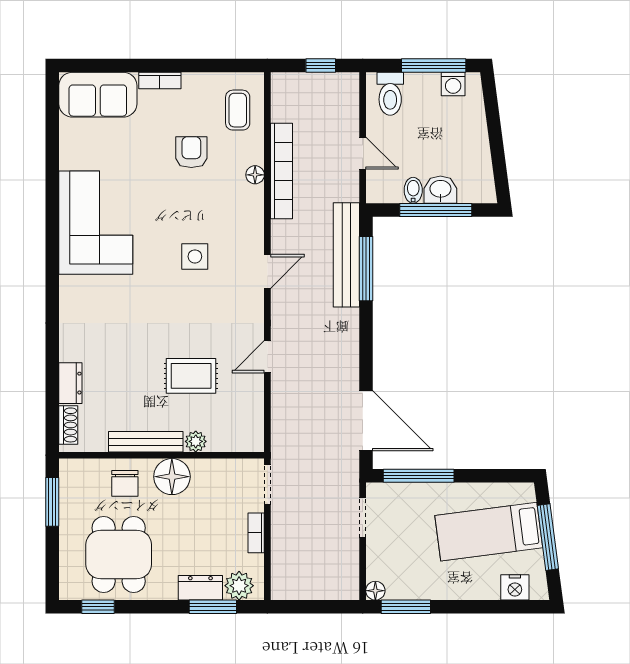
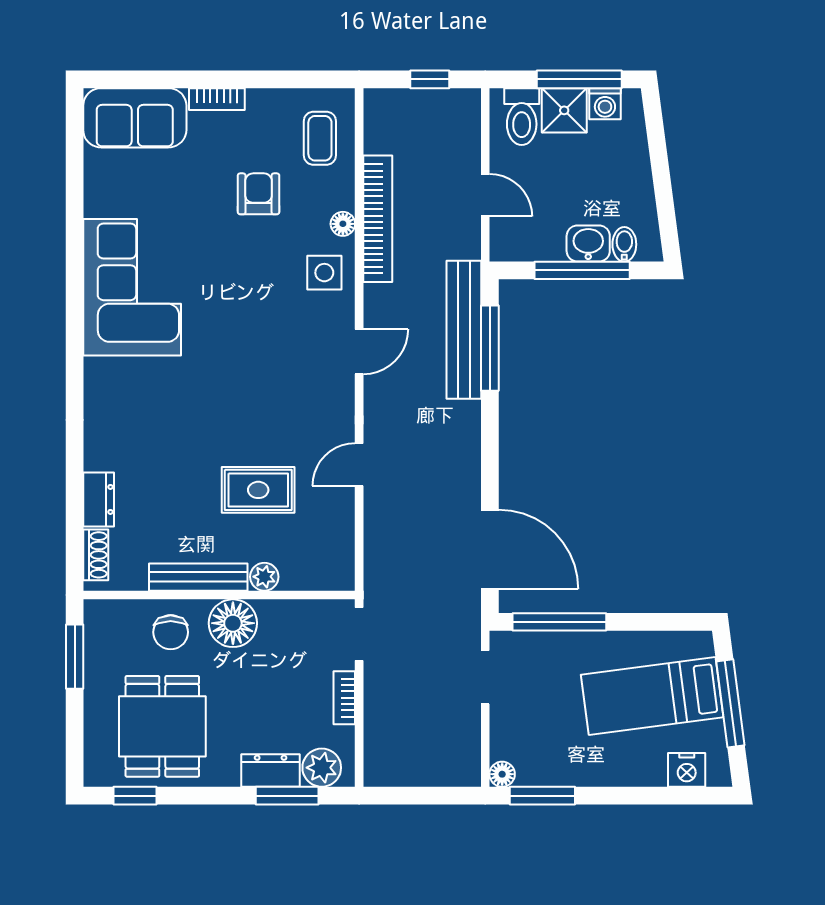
shower: (422, 89) -> (564, 110), added
bidet: (413, 190) -> (624, 244), moved
side table: (195, 256) -> (324, 273), moved

